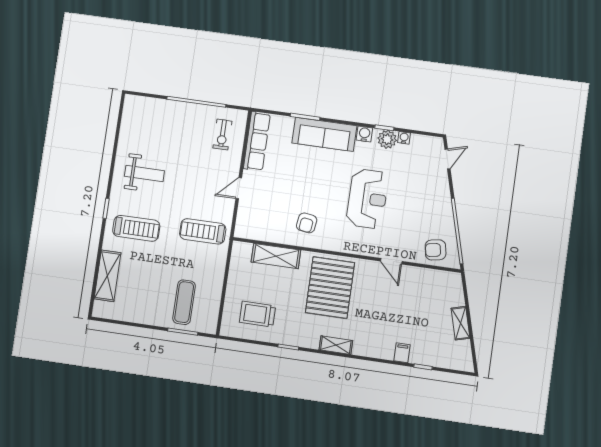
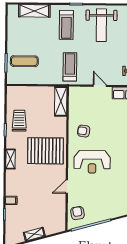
weight bench: (144, 173) -> (101, 25), width x1.36, depth x1.33
reception desk: (367, 199) -> (92, 162), moved
shelving: (276, 256) -> (61, 101), moved
trolley: (257, 314) -> (19, 121), moved

